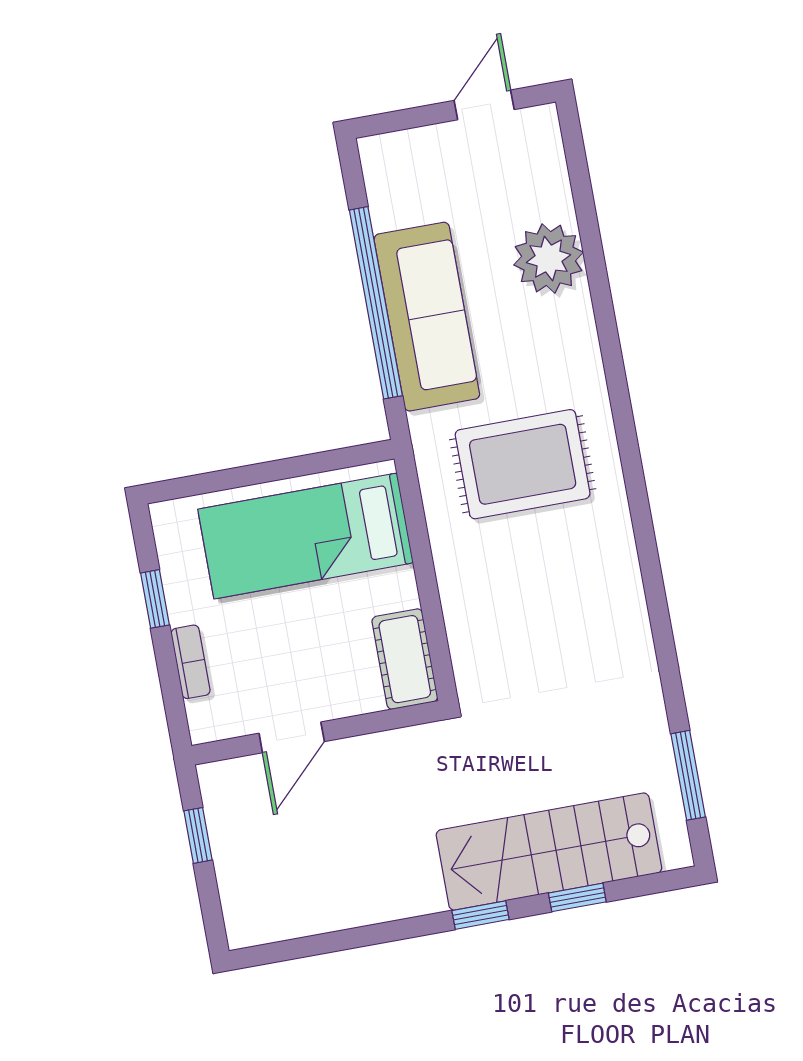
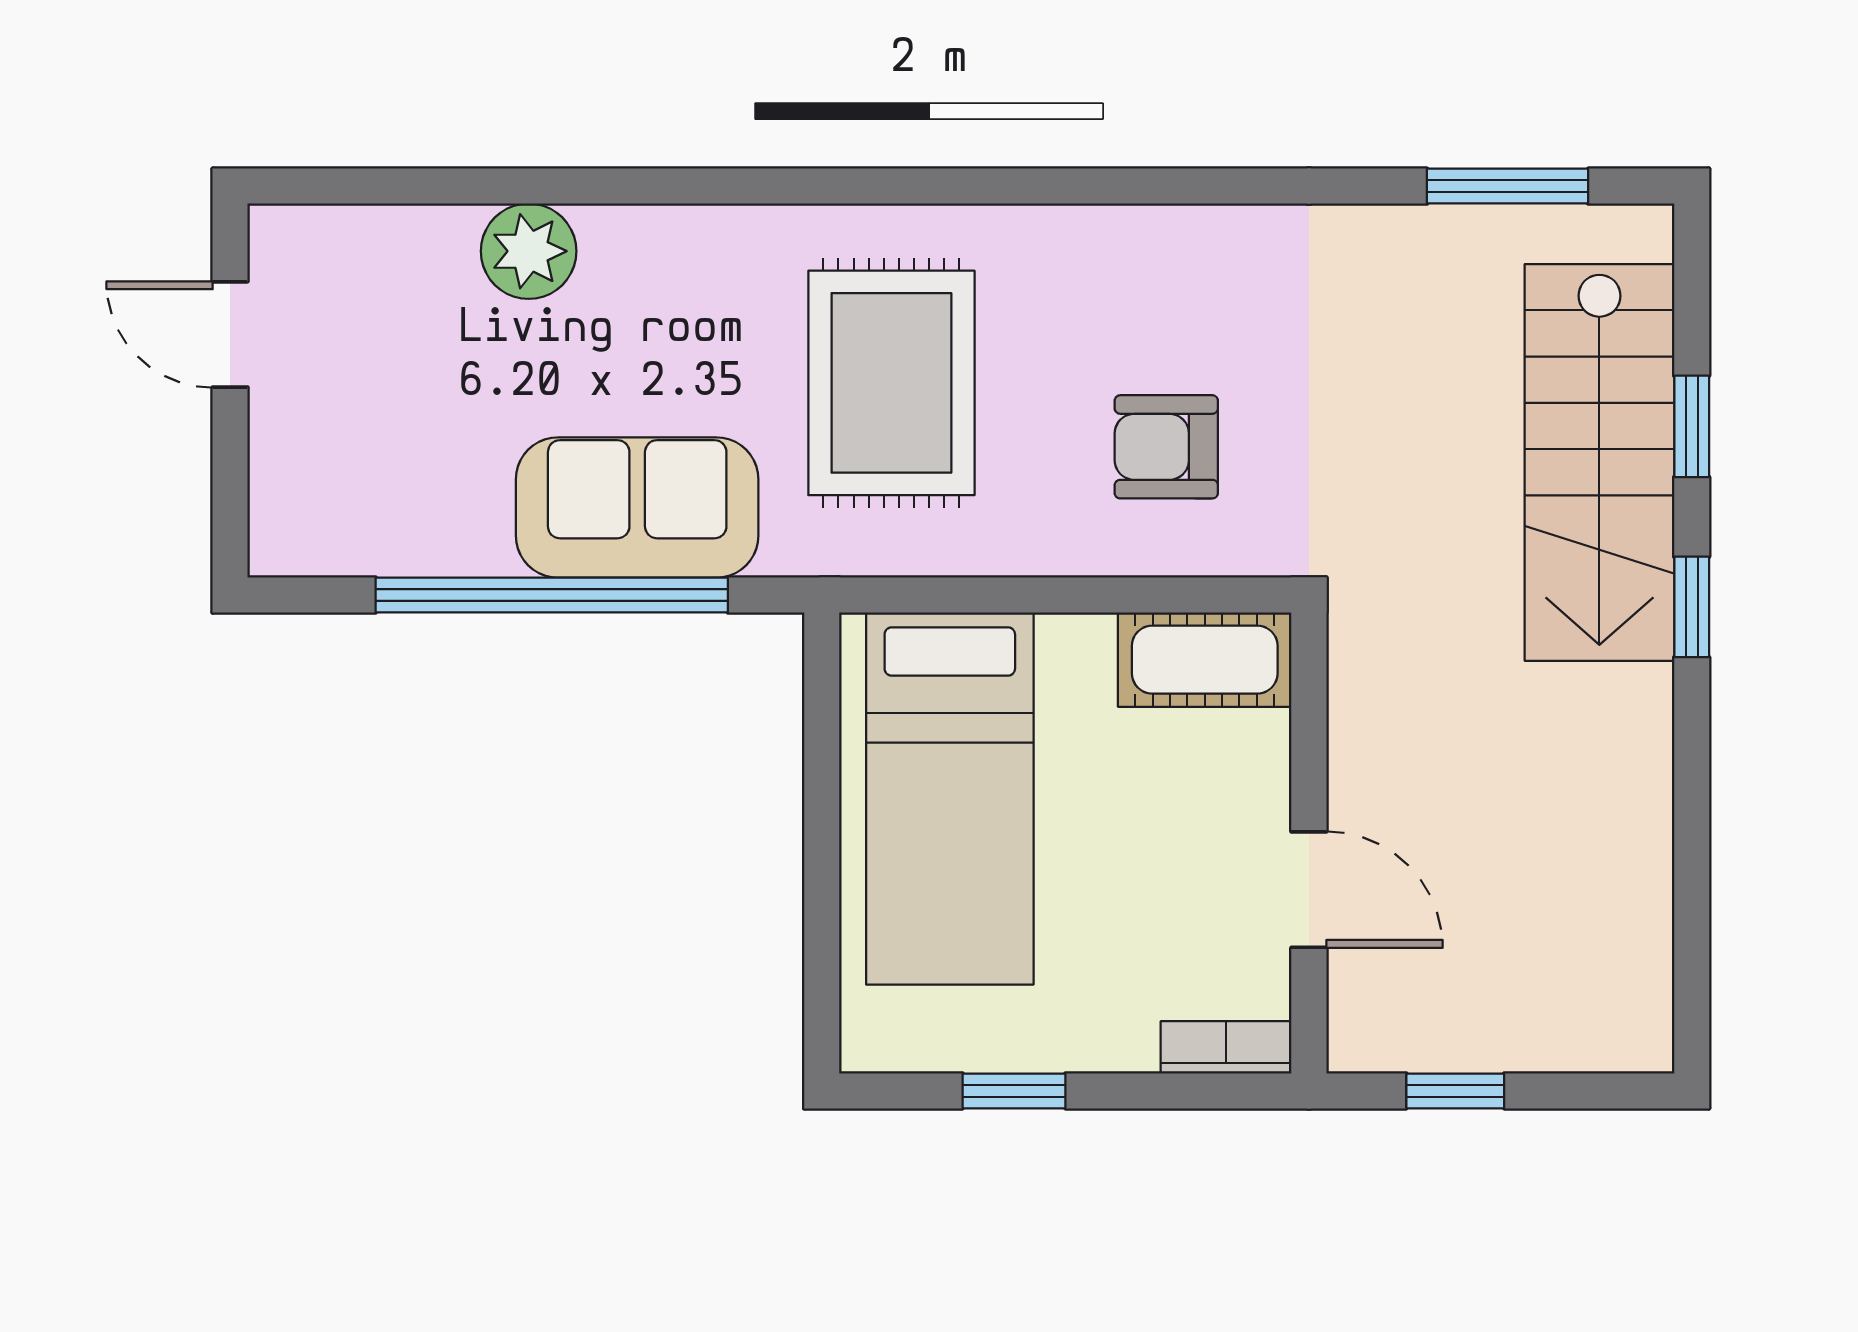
plant: (549, 259) -> (529, 251), width x0.73, depth x0.73
sofa: (427, 317) -> (637, 507), width x0.73
armchair: (515, 618) -> (1166, 447), added
bookcase: (191, 662) -> (1226, 1047), moved

